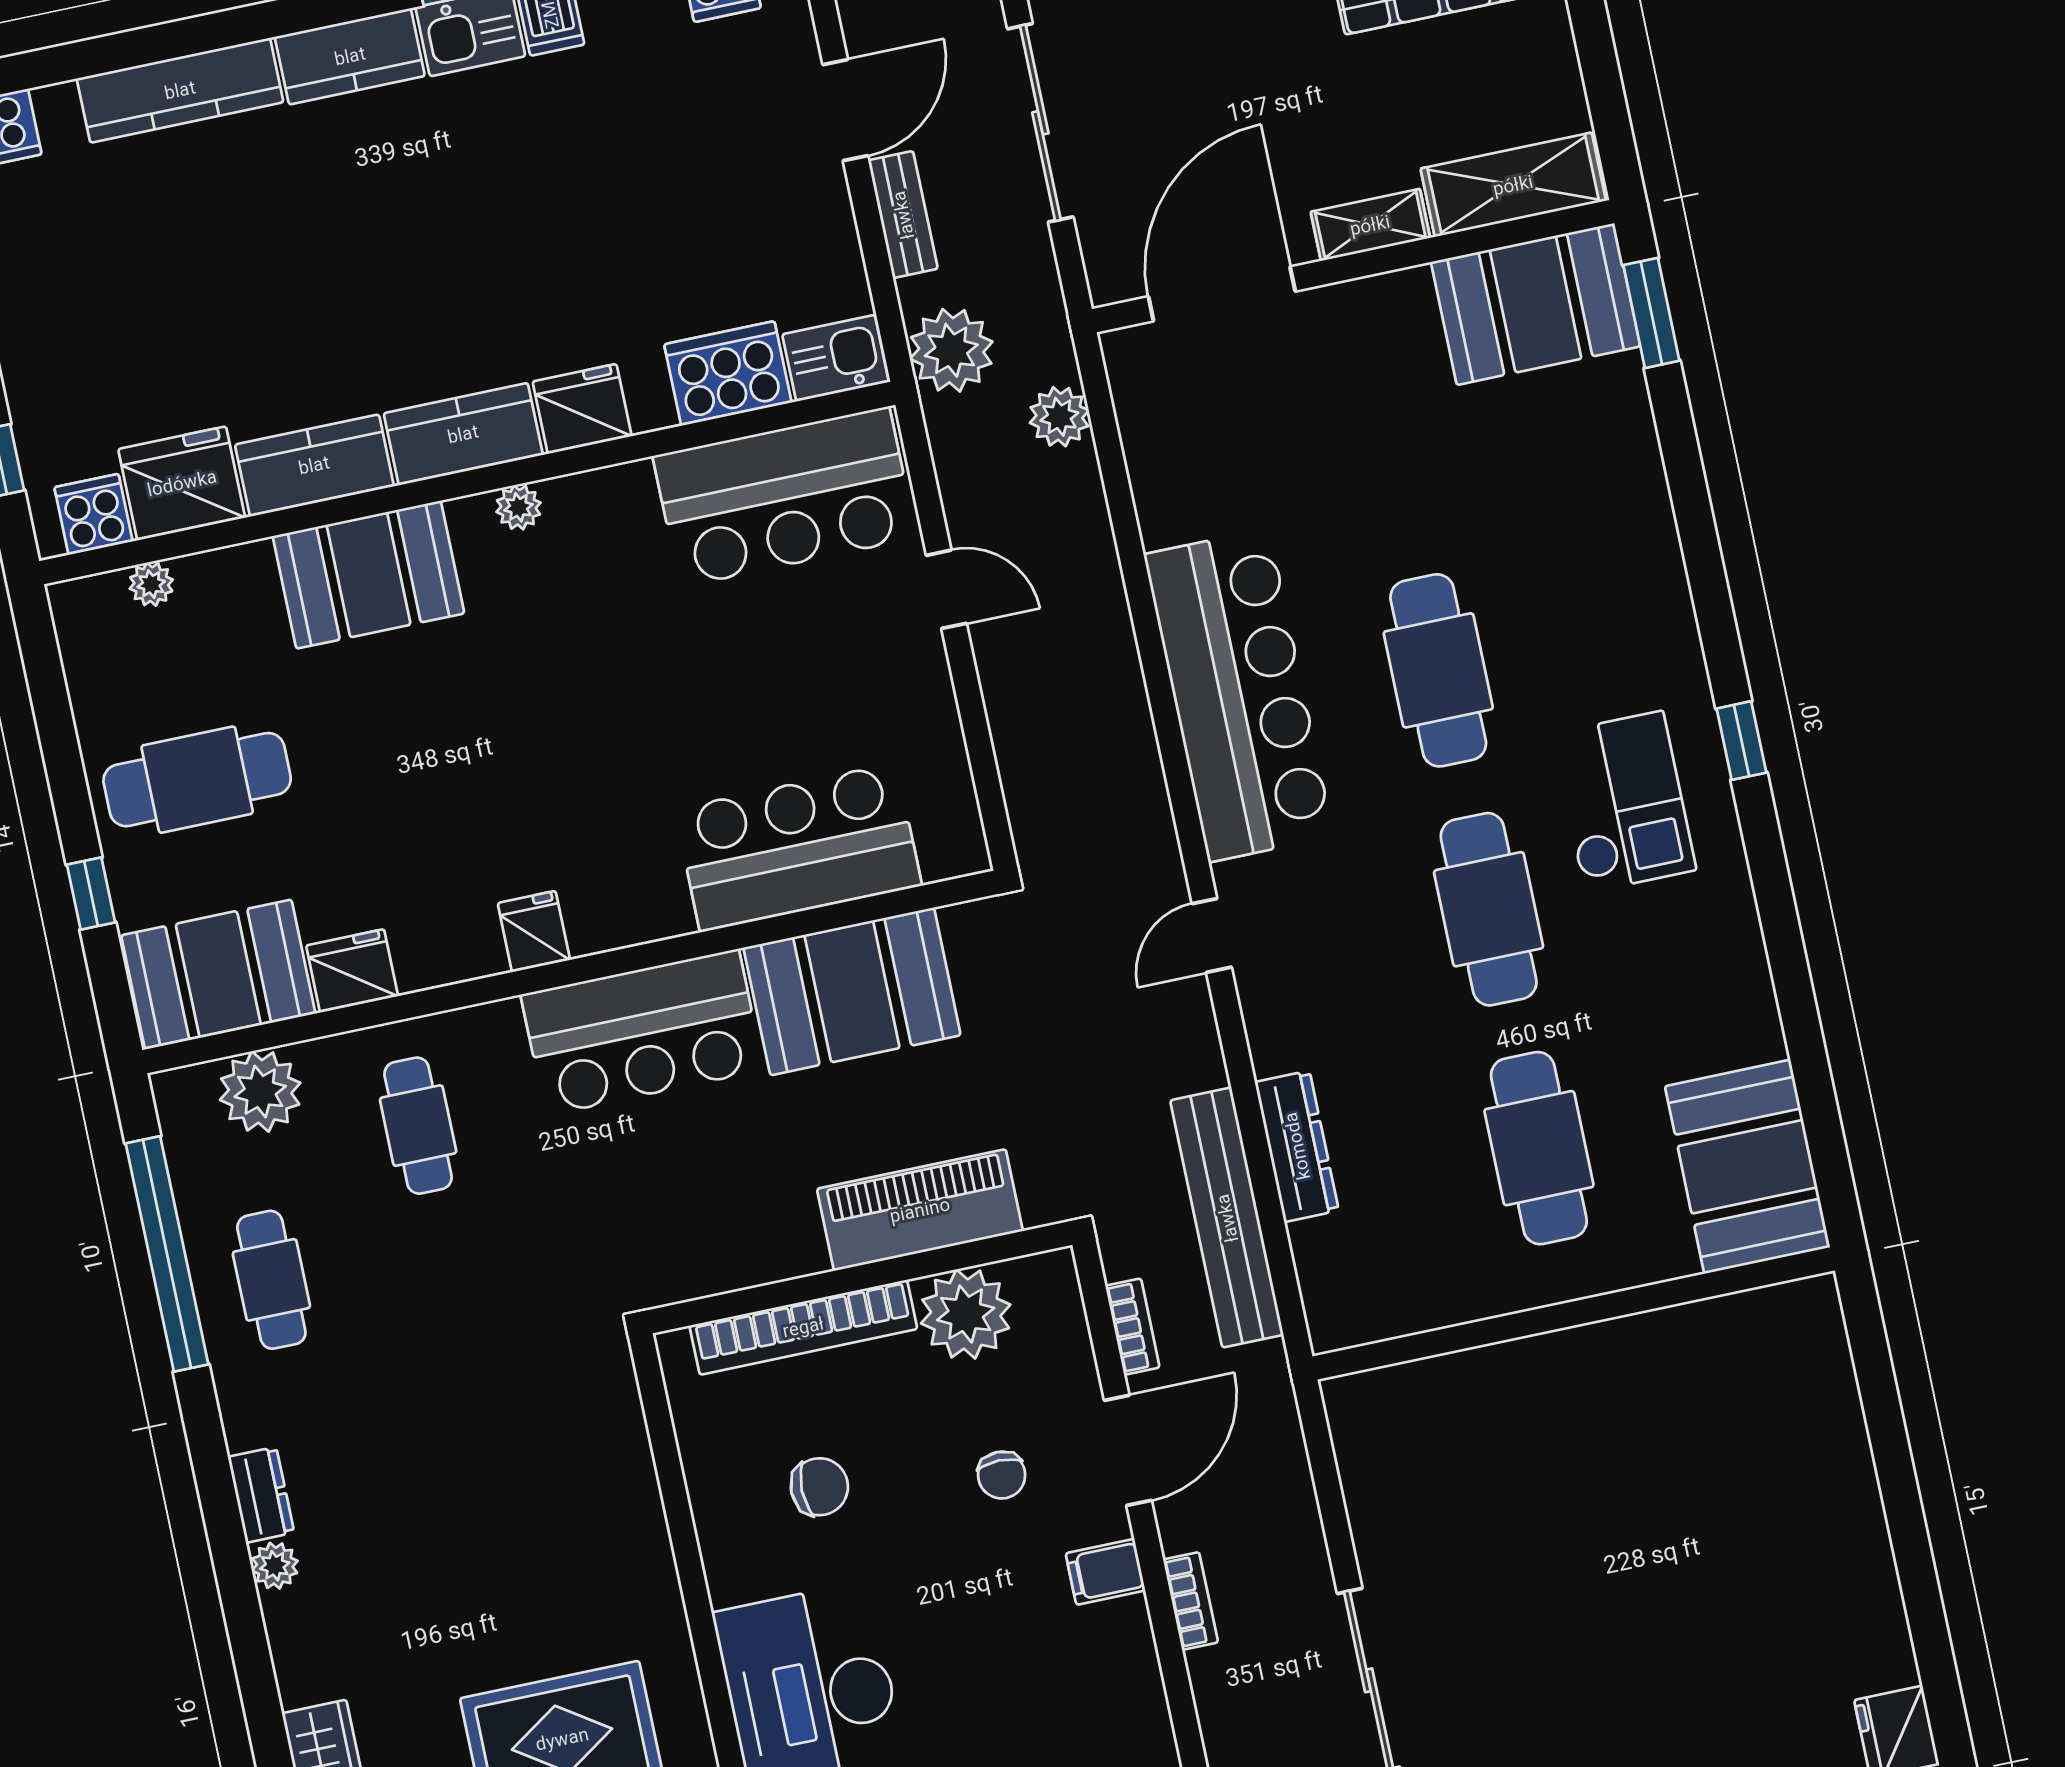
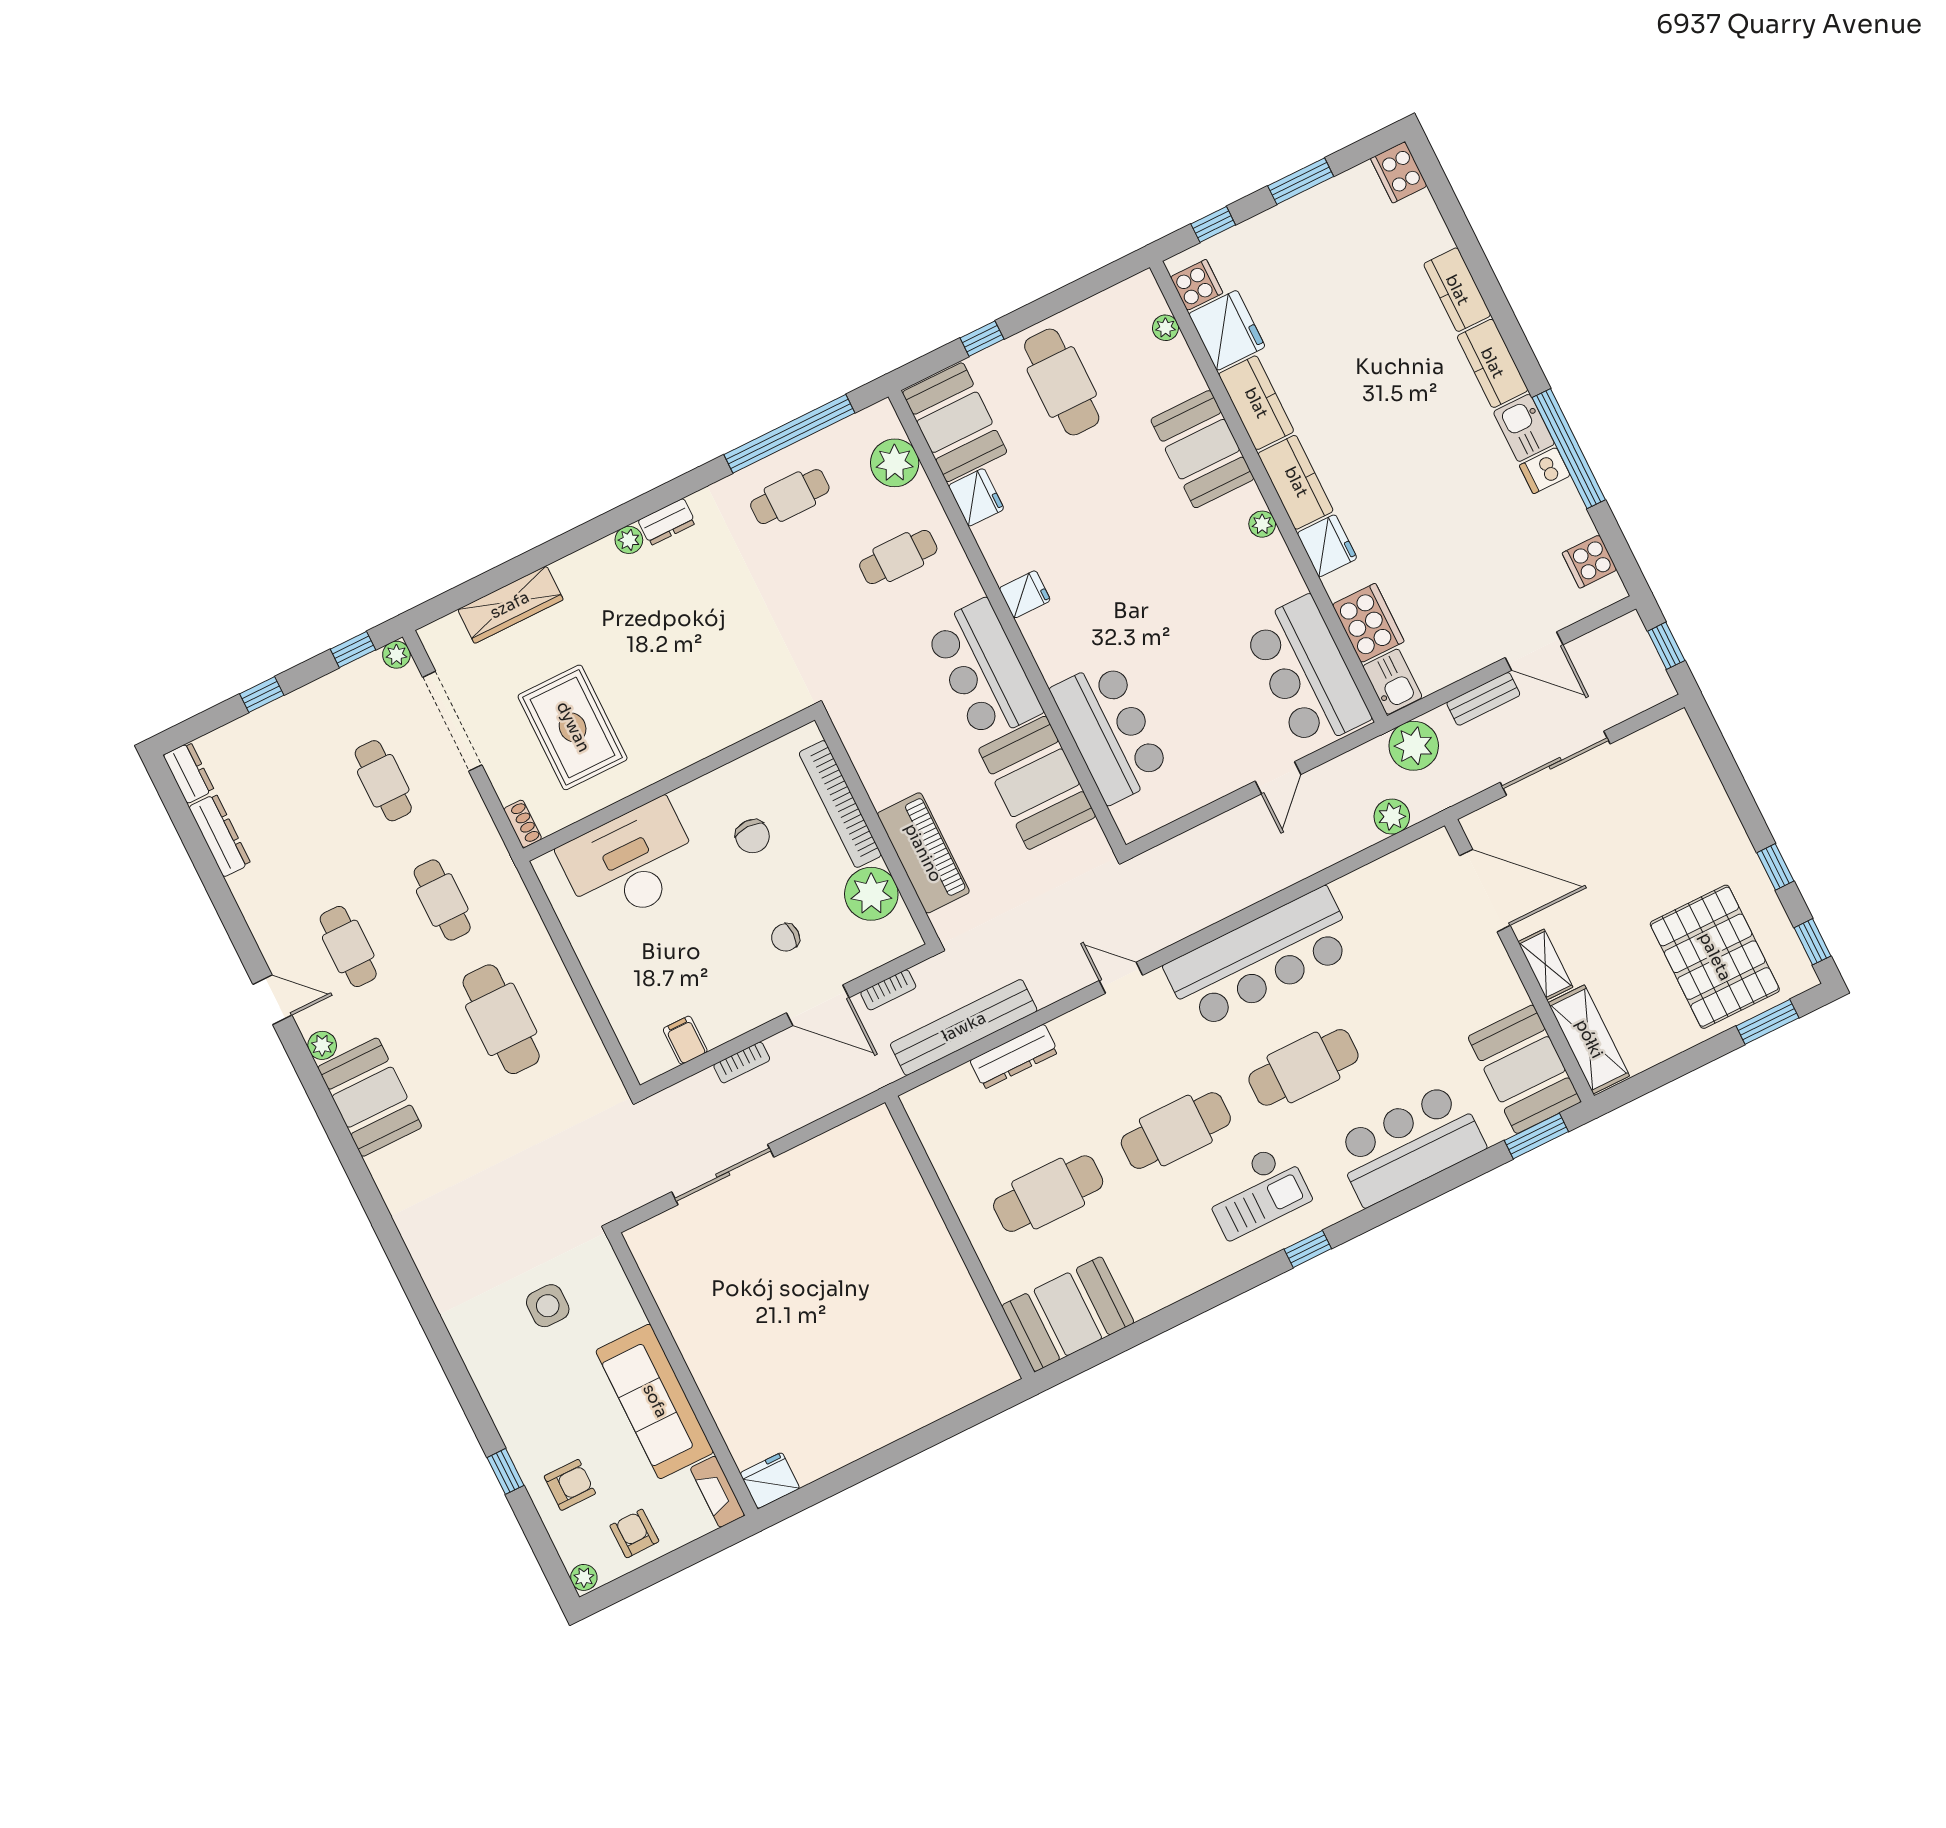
kitchen counter: (180, 90) -> (1457, 290), width x0.67
bar counter: (1611, 528) -> (1409, 1145), added
filing cabinet: (1105, 1572) -> (685, 1040), moved

